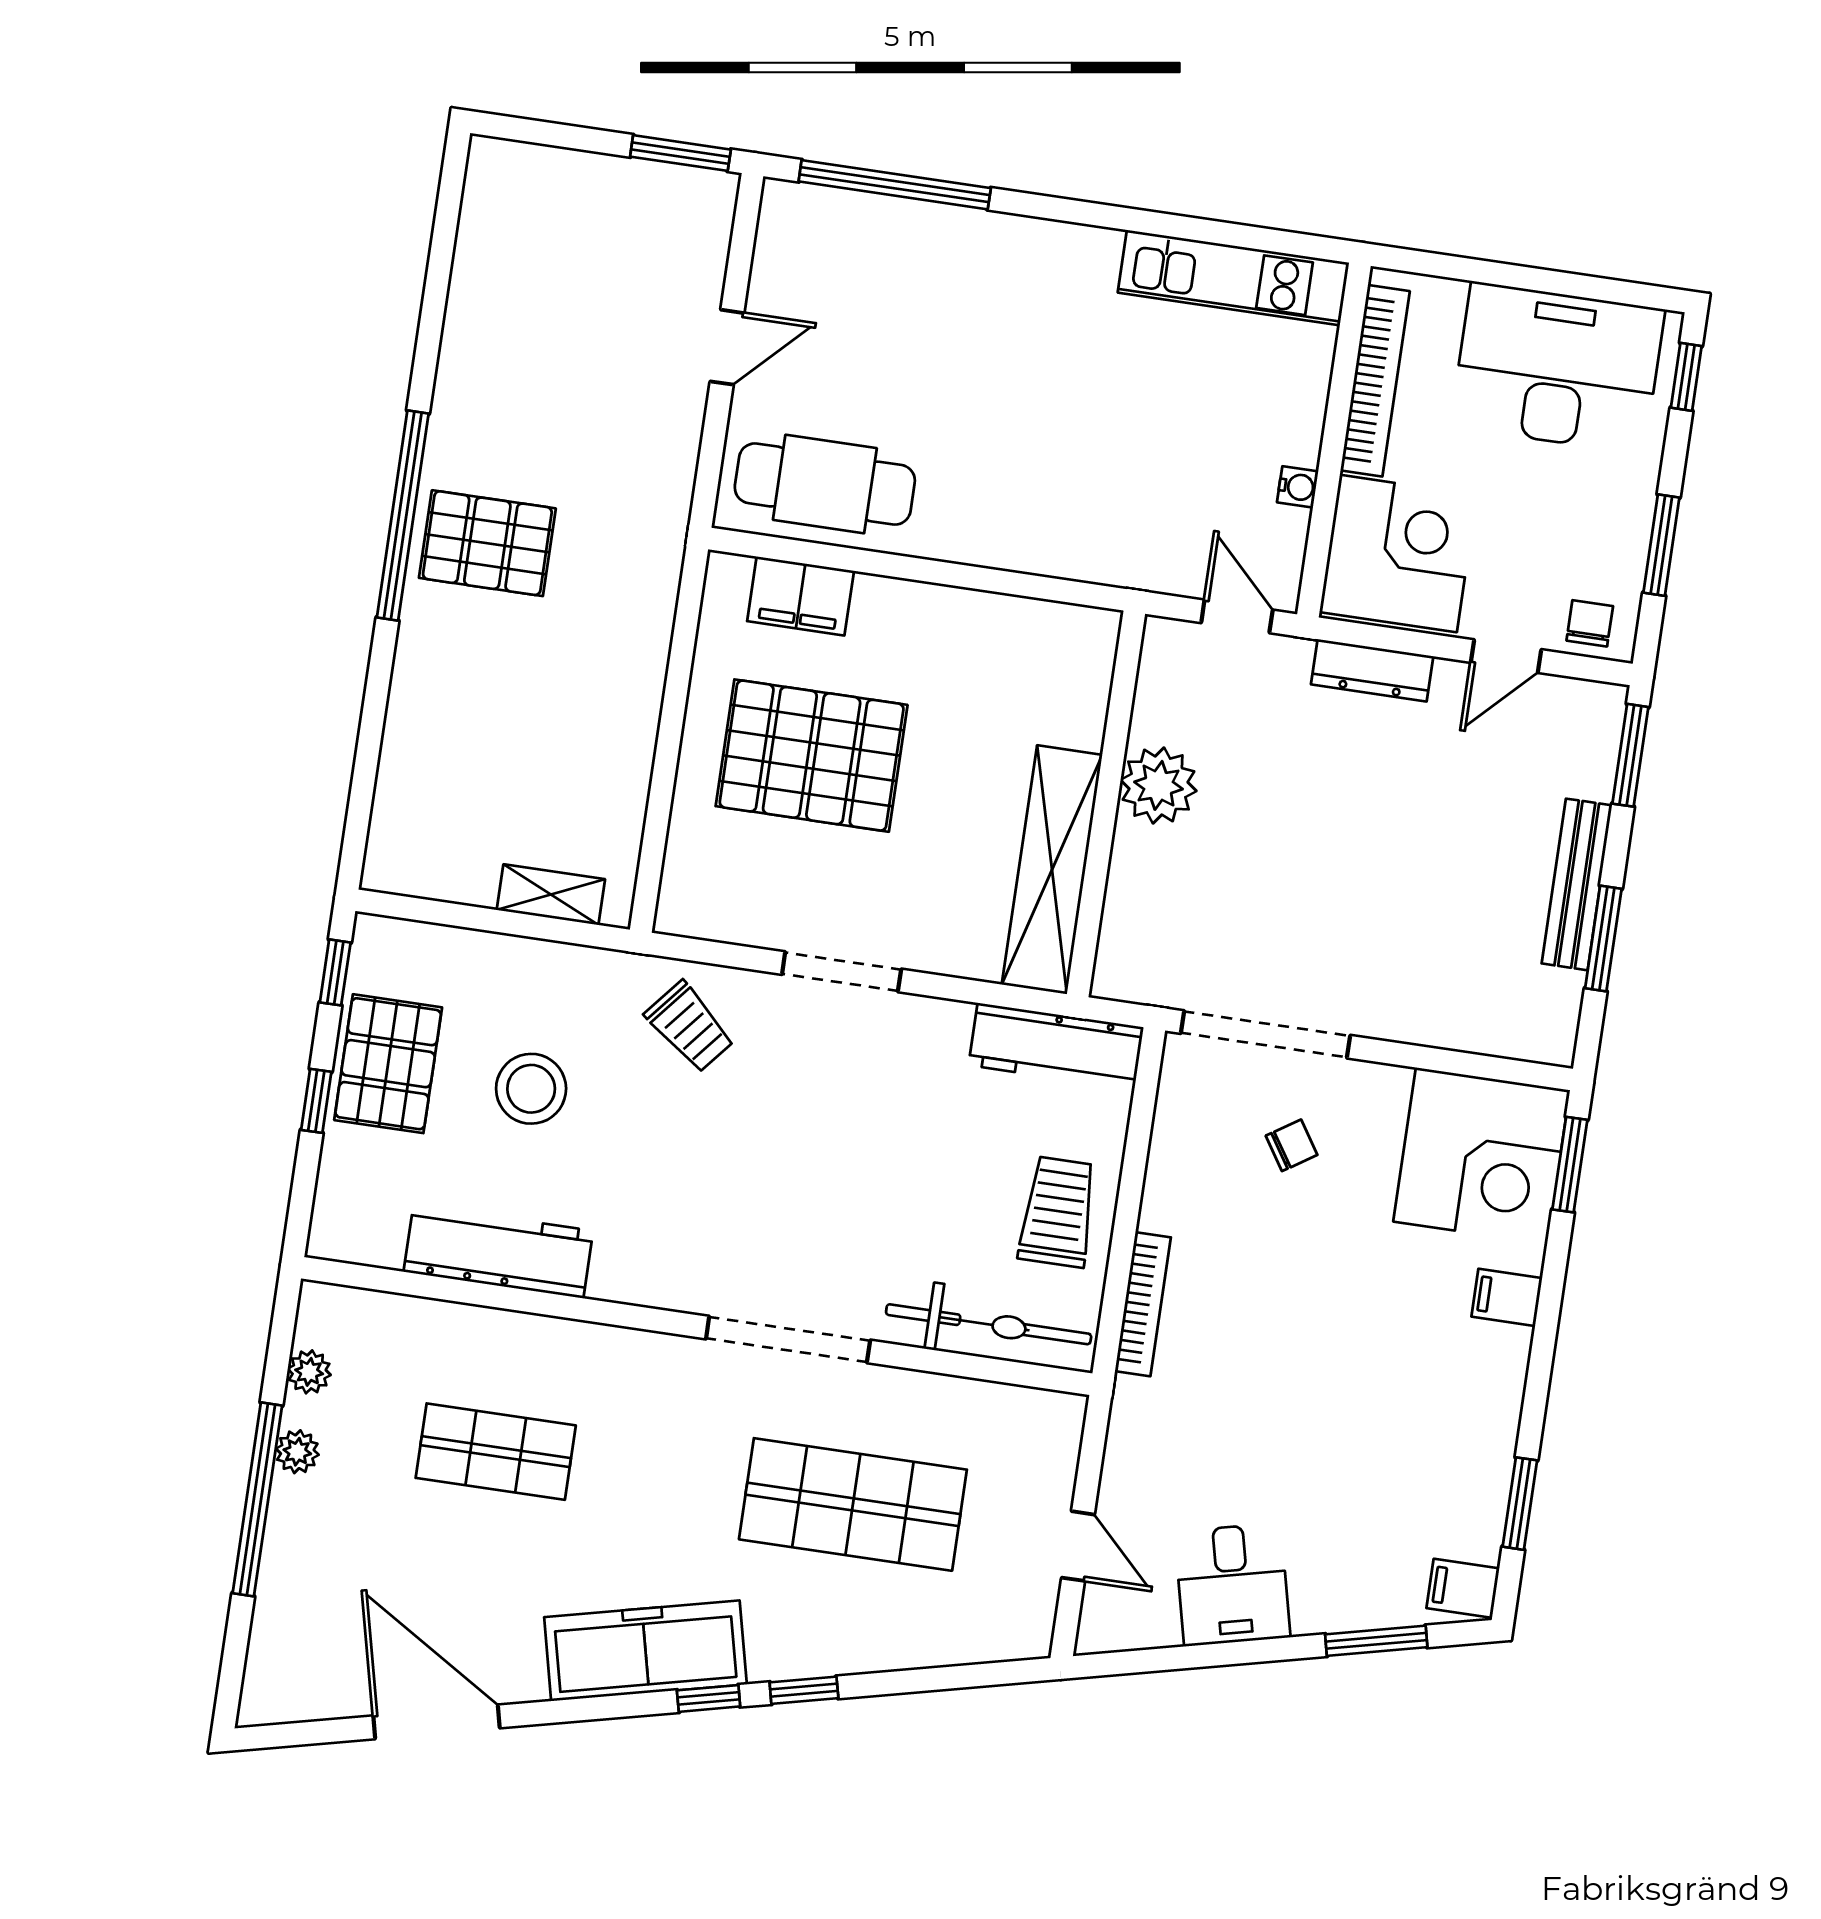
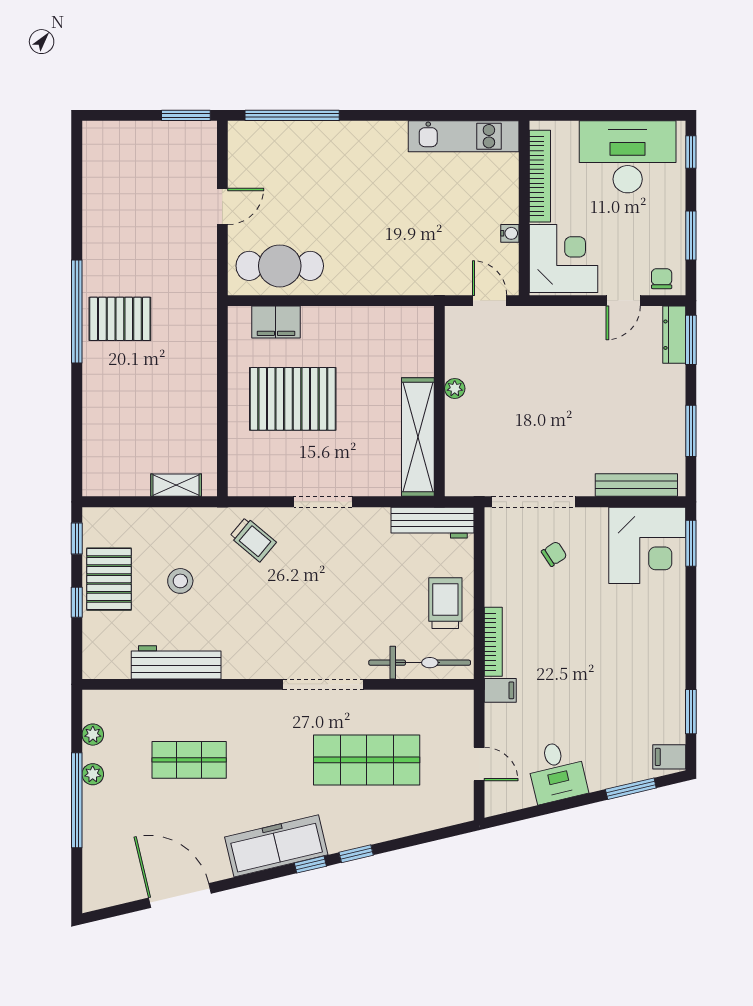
dresser: (1372, 670) -> (674, 335), moved, turned 90
plant: (1158, 785) -> (455, 388), width x0.53, depth x0.53
bench: (1577, 884) -> (636, 485), moved, turned 90
stool: (531, 1089) -> (180, 581), width x0.73, depth x0.73
filing cabinet: (1507, 1297) -> (500, 690), moved, turned 180

